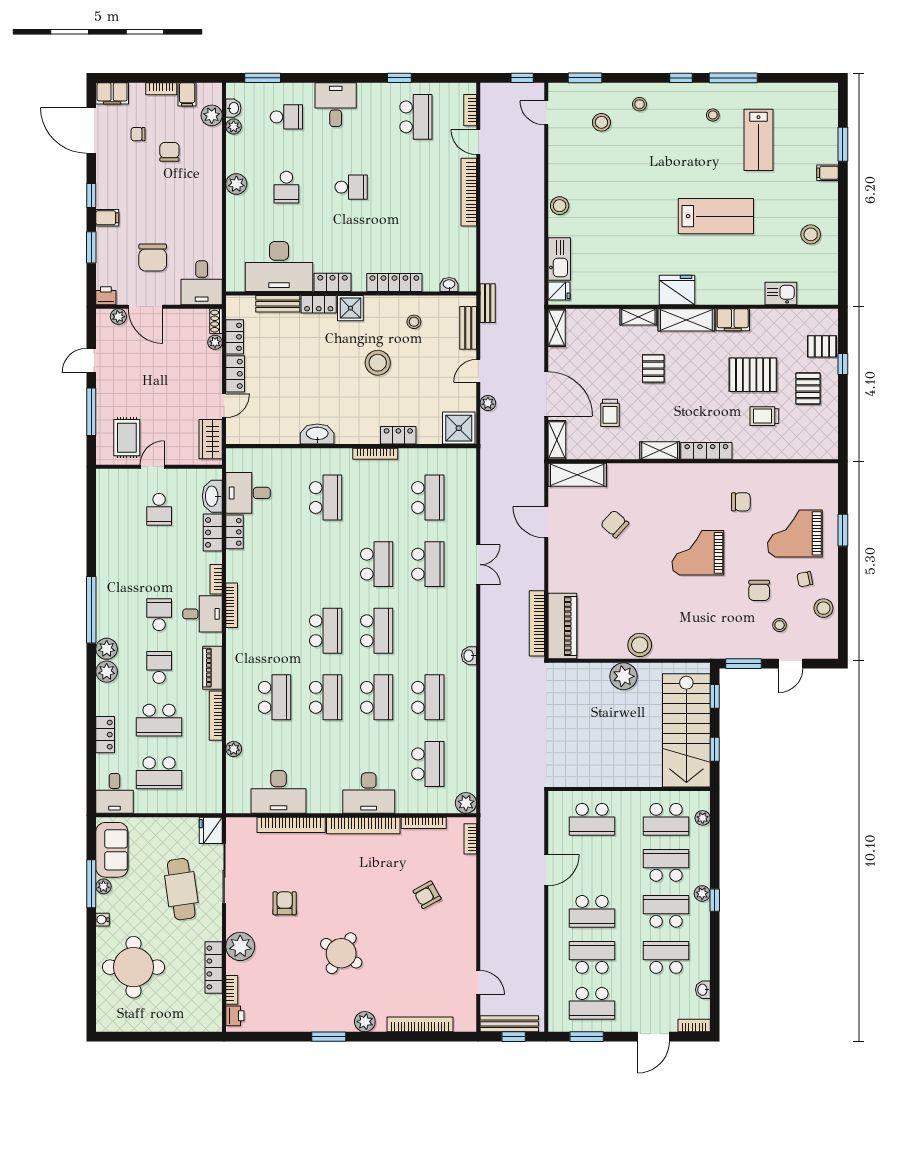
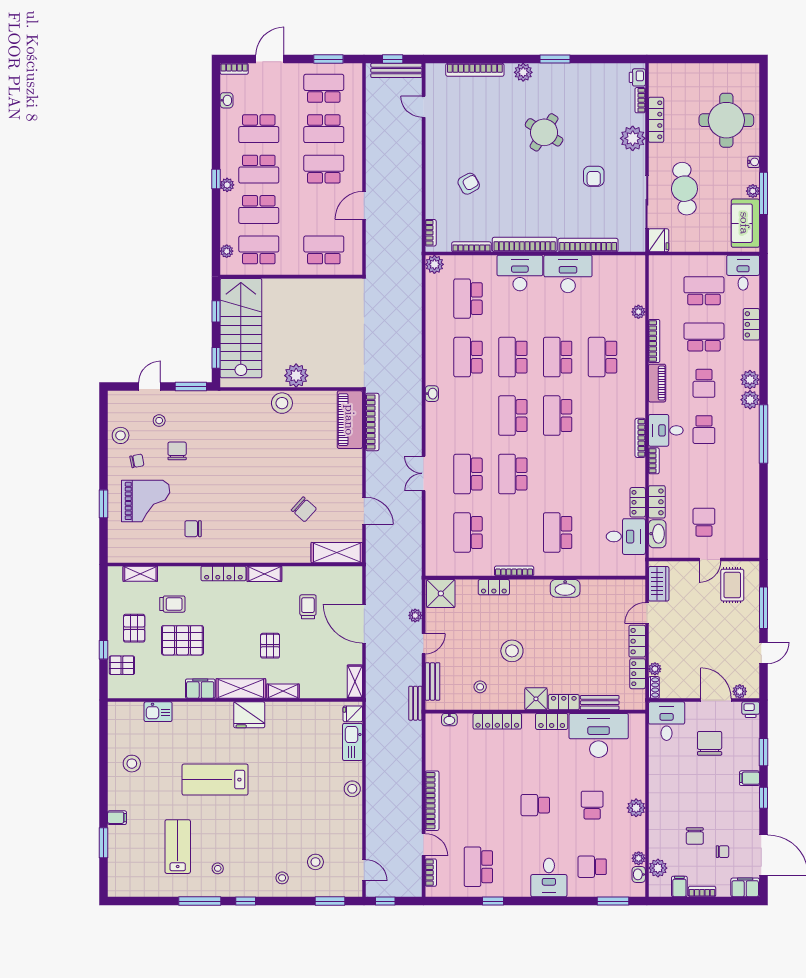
shelving: (557, 440) -> (140, 574), moved, turned 90
grand piano: (698, 553) -> (231, 484), removed
desk: (279, 792) -> (568, 274), moved

